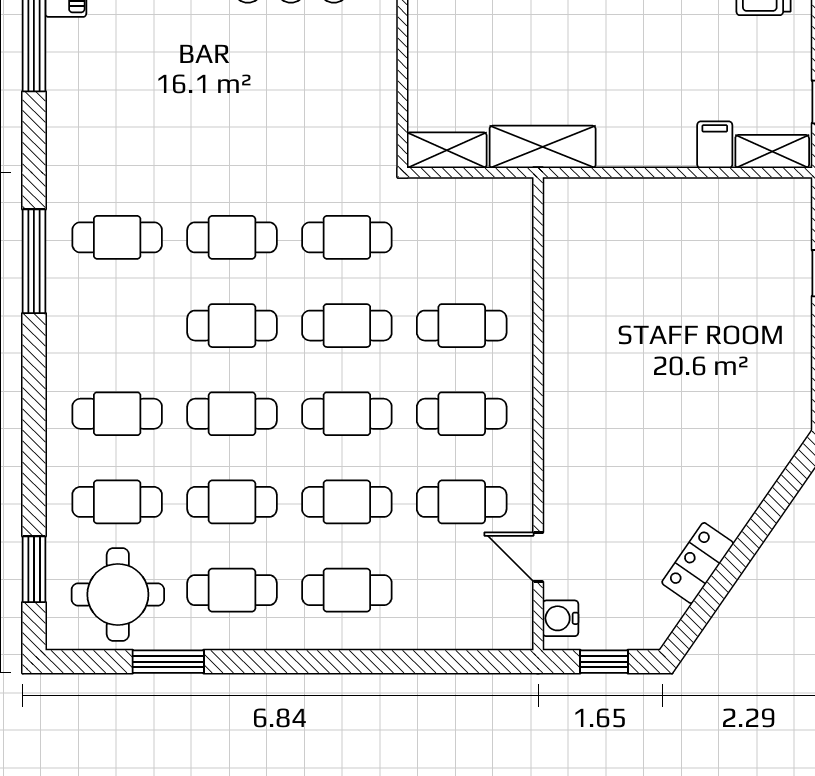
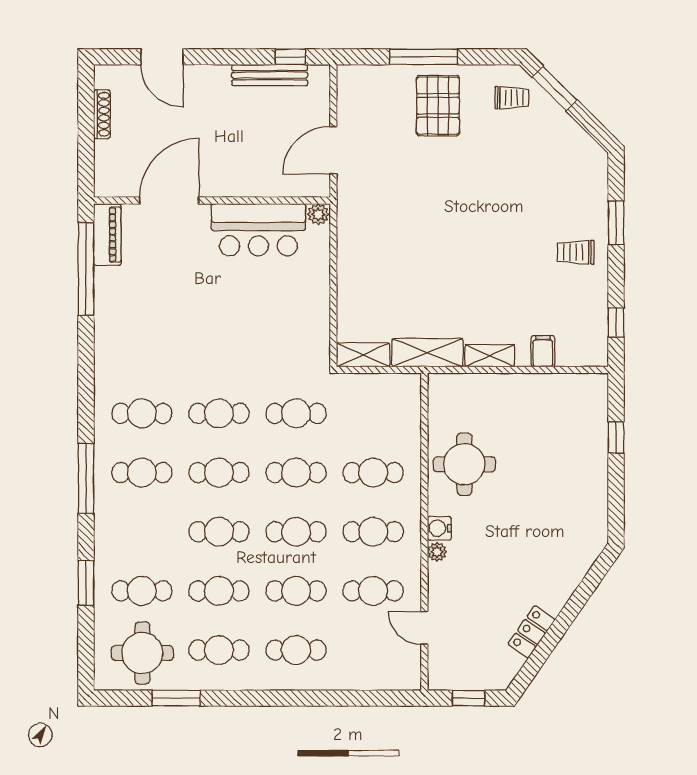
shelving: (772, 152) -> (490, 356), moved
window: (34, 261) -> (86, 478), moved
round table: (598, 313) -> (464, 464), added
cafe table: (117, 414) -> (142, 473), moved
plant: (557, 444) -> (437, 552), added
window: (34, 569) -> (86, 583), moved
water cooler: (560, 618) -> (439, 528), moved

